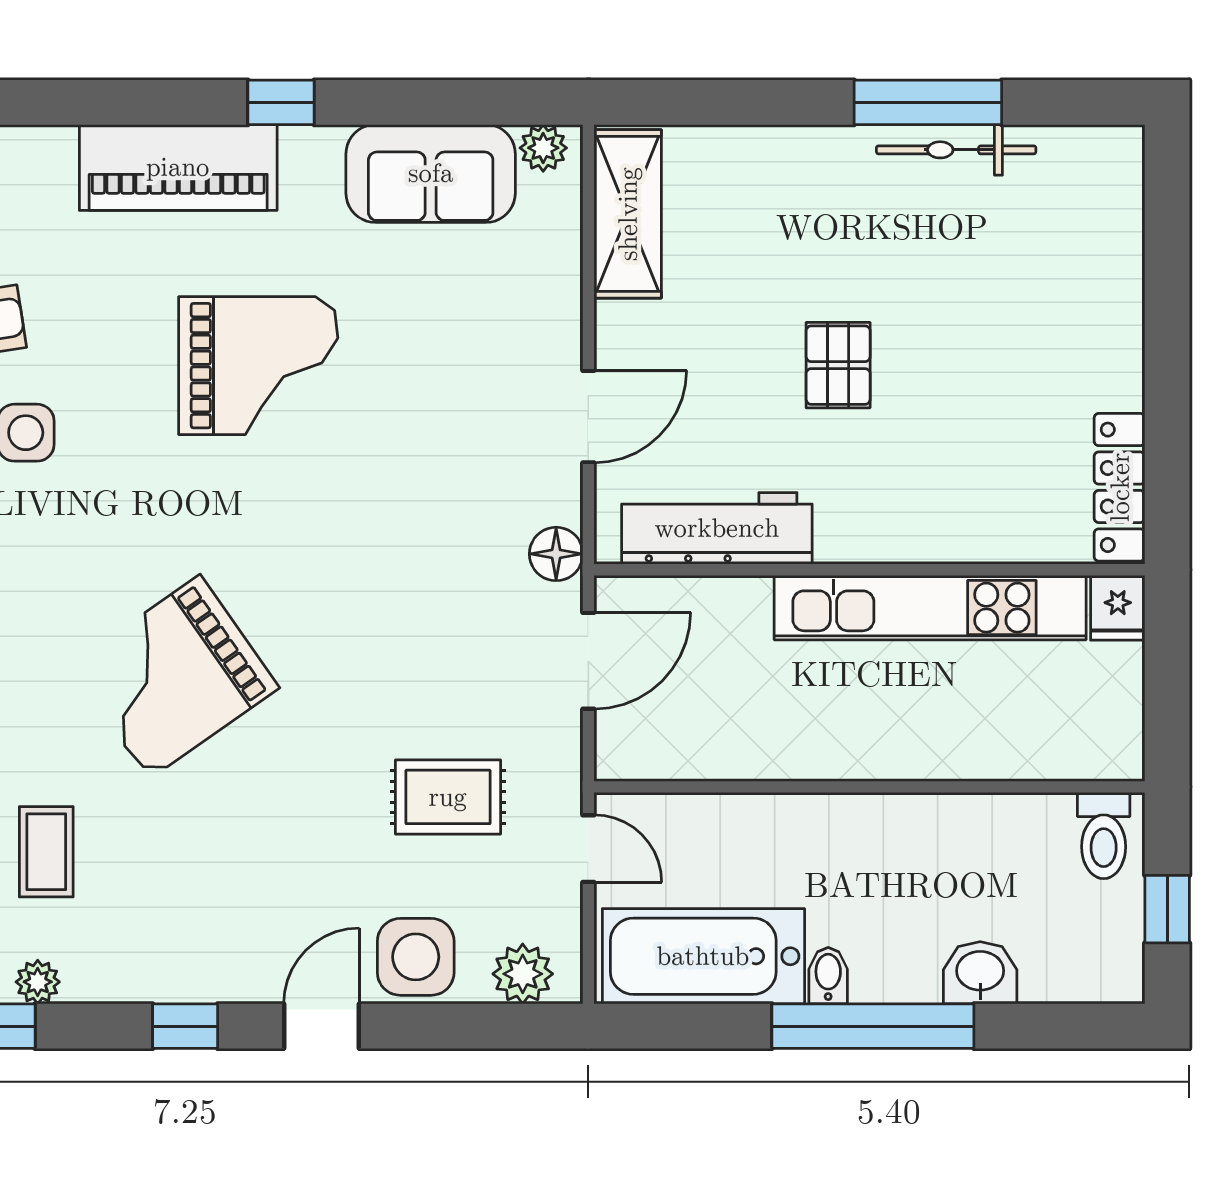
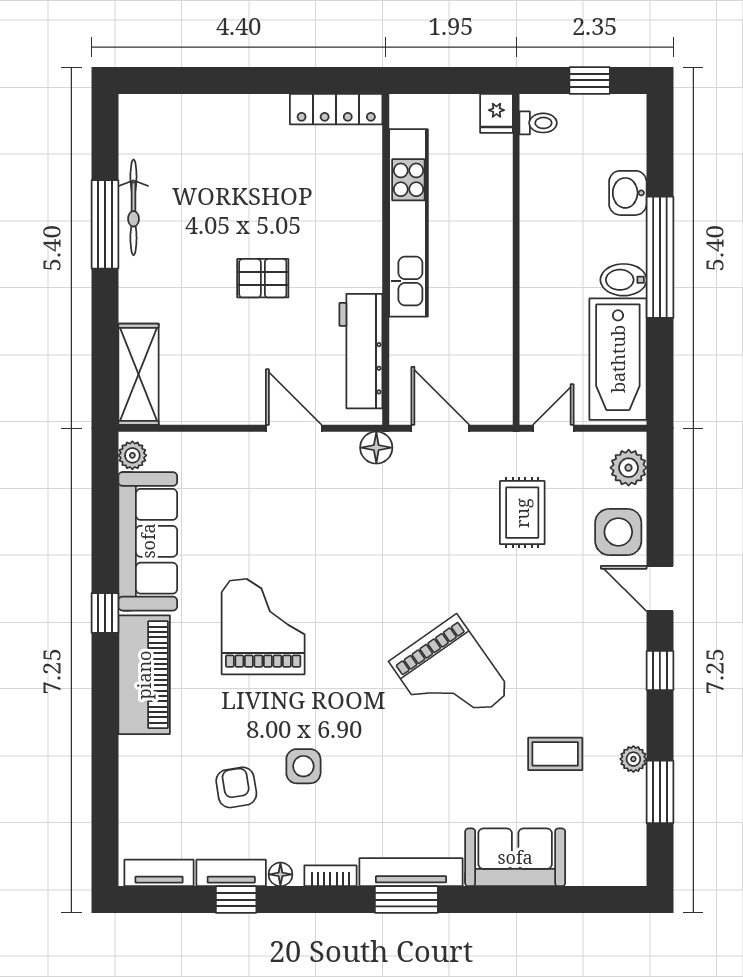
sofa: (431, 173) -> (148, 541), width x1.36
shelving: (628, 214) -> (139, 374), moved, turned 90
fridge: (1118, 608) -> (496, 113), moved, turned 90
toilet: (1104, 836) -> (538, 123), width x0.73, depth x0.72
bidet: (828, 976) -> (623, 280), width x1.38, depth x1.36

